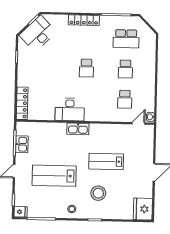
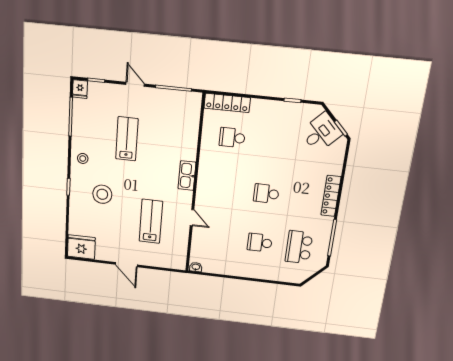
desk: (38, 33) -> (321, 133), width x0.73
school desk: (125, 99) -> (232, 138), moved
desk: (70, 109) -> (213, 167), removed
door: (138, 123) -> (192, 218), moved
kitchen sink: (22, 144) -> (171, 98), removed
lab bench: (106, 161) -> (151, 221), moved
lab bench: (54, 176) -> (127, 139), width x0.73, depth x0.72

